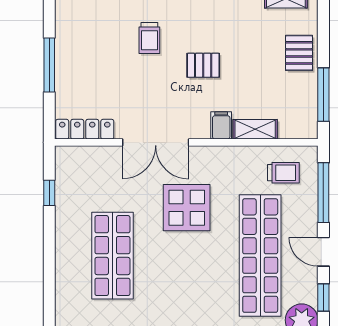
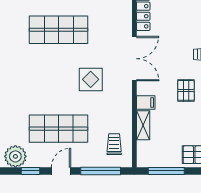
double door: (156, 142) -> (134, 59), swing flipped
trolley: (283, 173) -> (114, 144), turned 180
display table: (187, 208) -> (91, 79), width x0.73, depth x0.73
shop shelf: (260, 256) -> (59, 129), width x0.71

